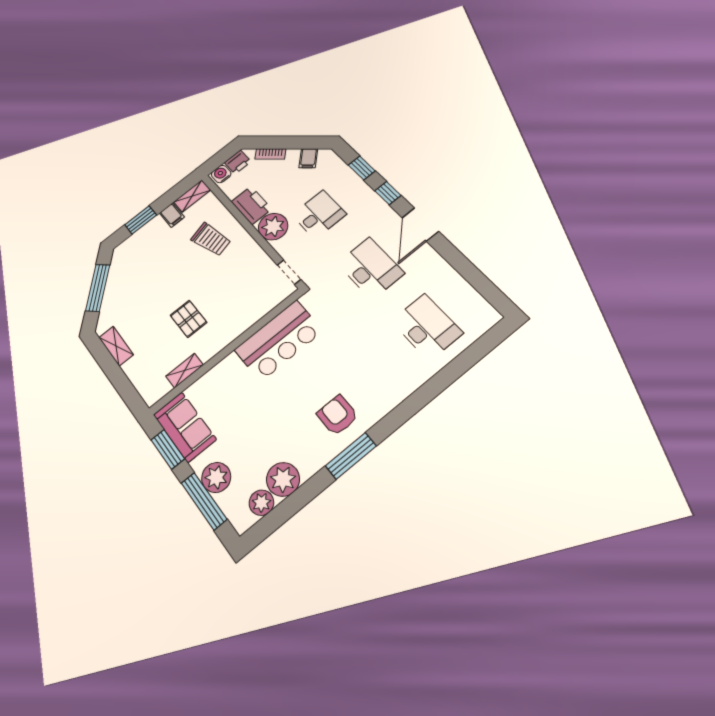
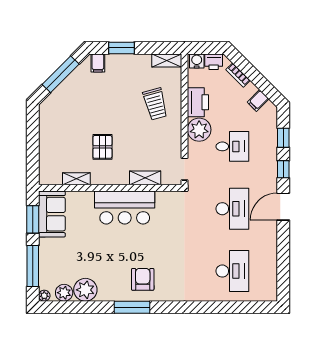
filing cabinet: (172, 215) -> (98, 63), moved
bar counter: (279, 340) -> (125, 208), moved
shelving: (116, 346) -> (145, 178), moved, turned 90
plant: (216, 477) -> (44, 296), moved, width x0.53, depth x0.53

